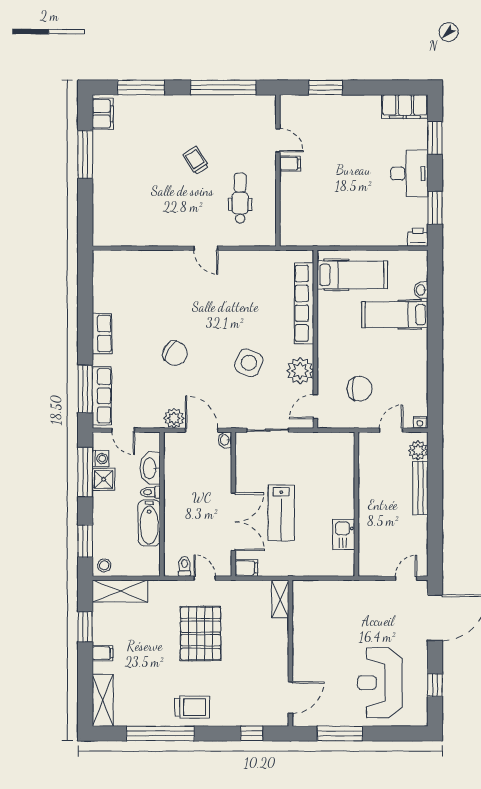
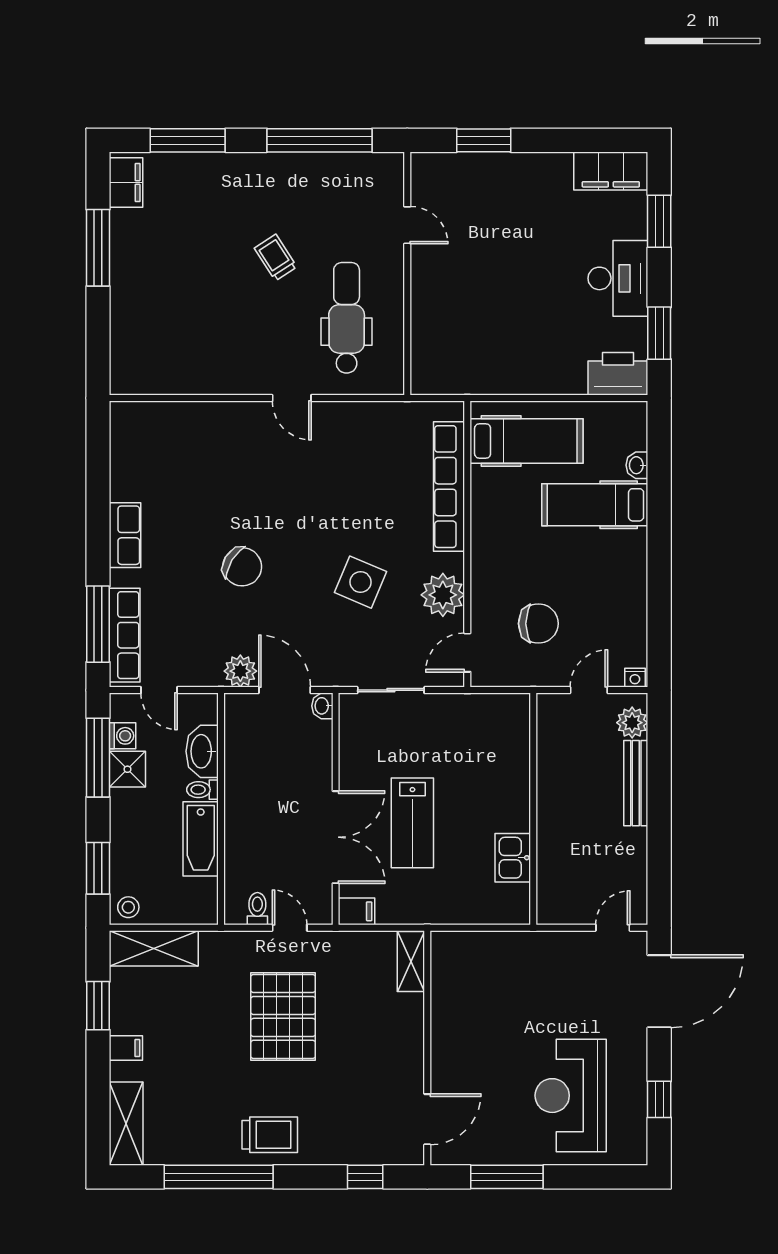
filing cabinet: (290, 164) -> (427, 262), removed
dental chair: (240, 198) -> (347, 318), width x1.36, depth x1.38
printer: (418, 237) -> (618, 374), width x1.87, depth x1.48

